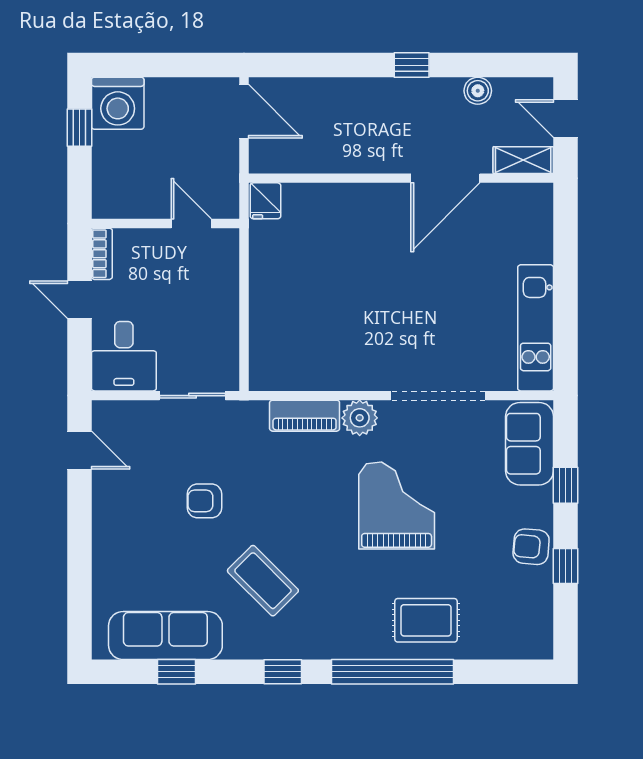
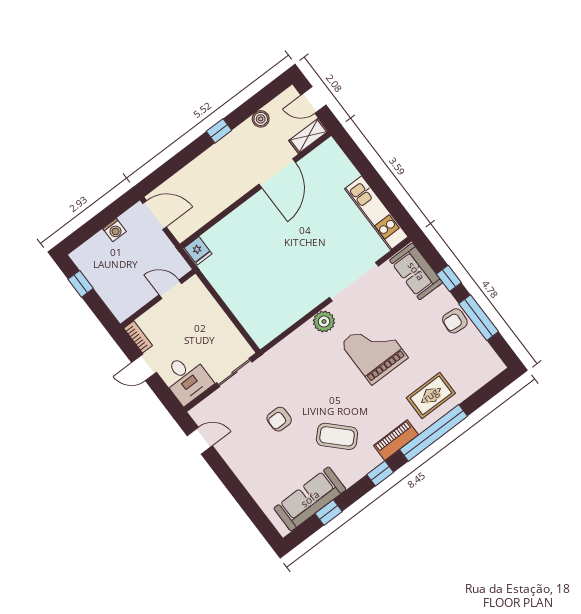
washing machine: (118, 103) -> (114, 230), moved, width x0.53, depth x0.53
piano: (305, 416) -> (396, 440), moved, turned 180
window: (565, 566) -> (479, 318), width x2.17

